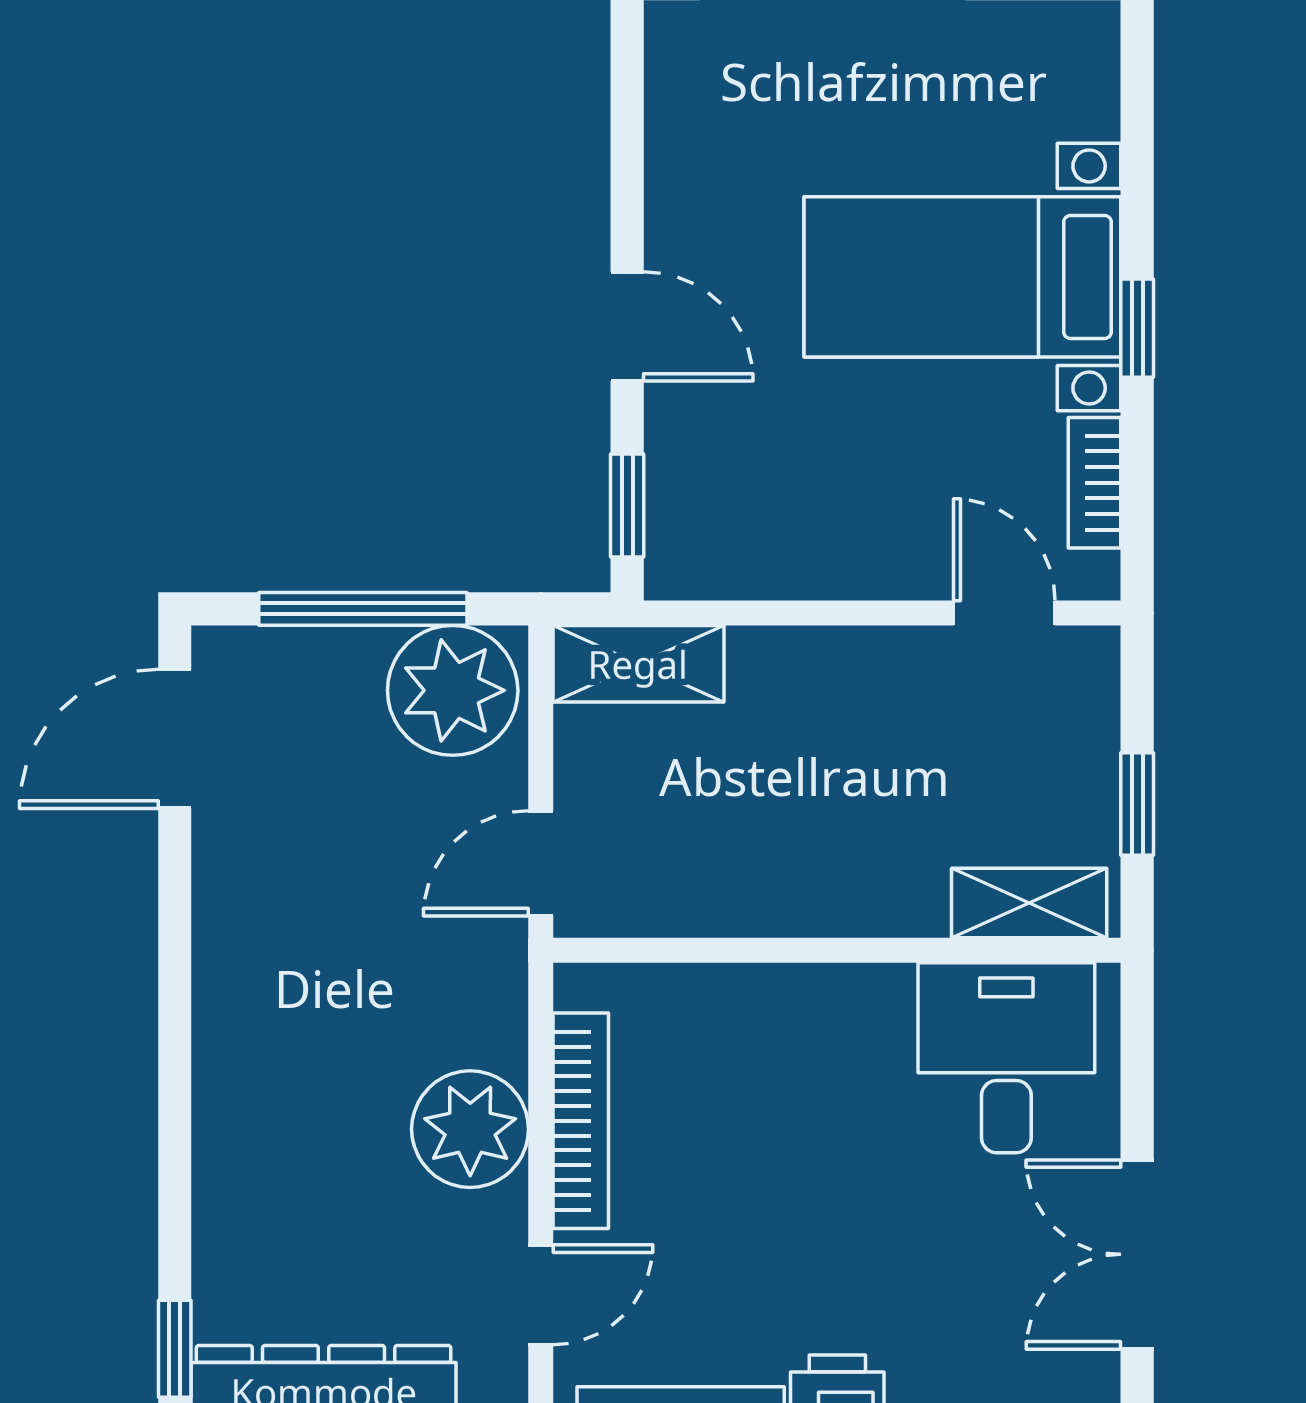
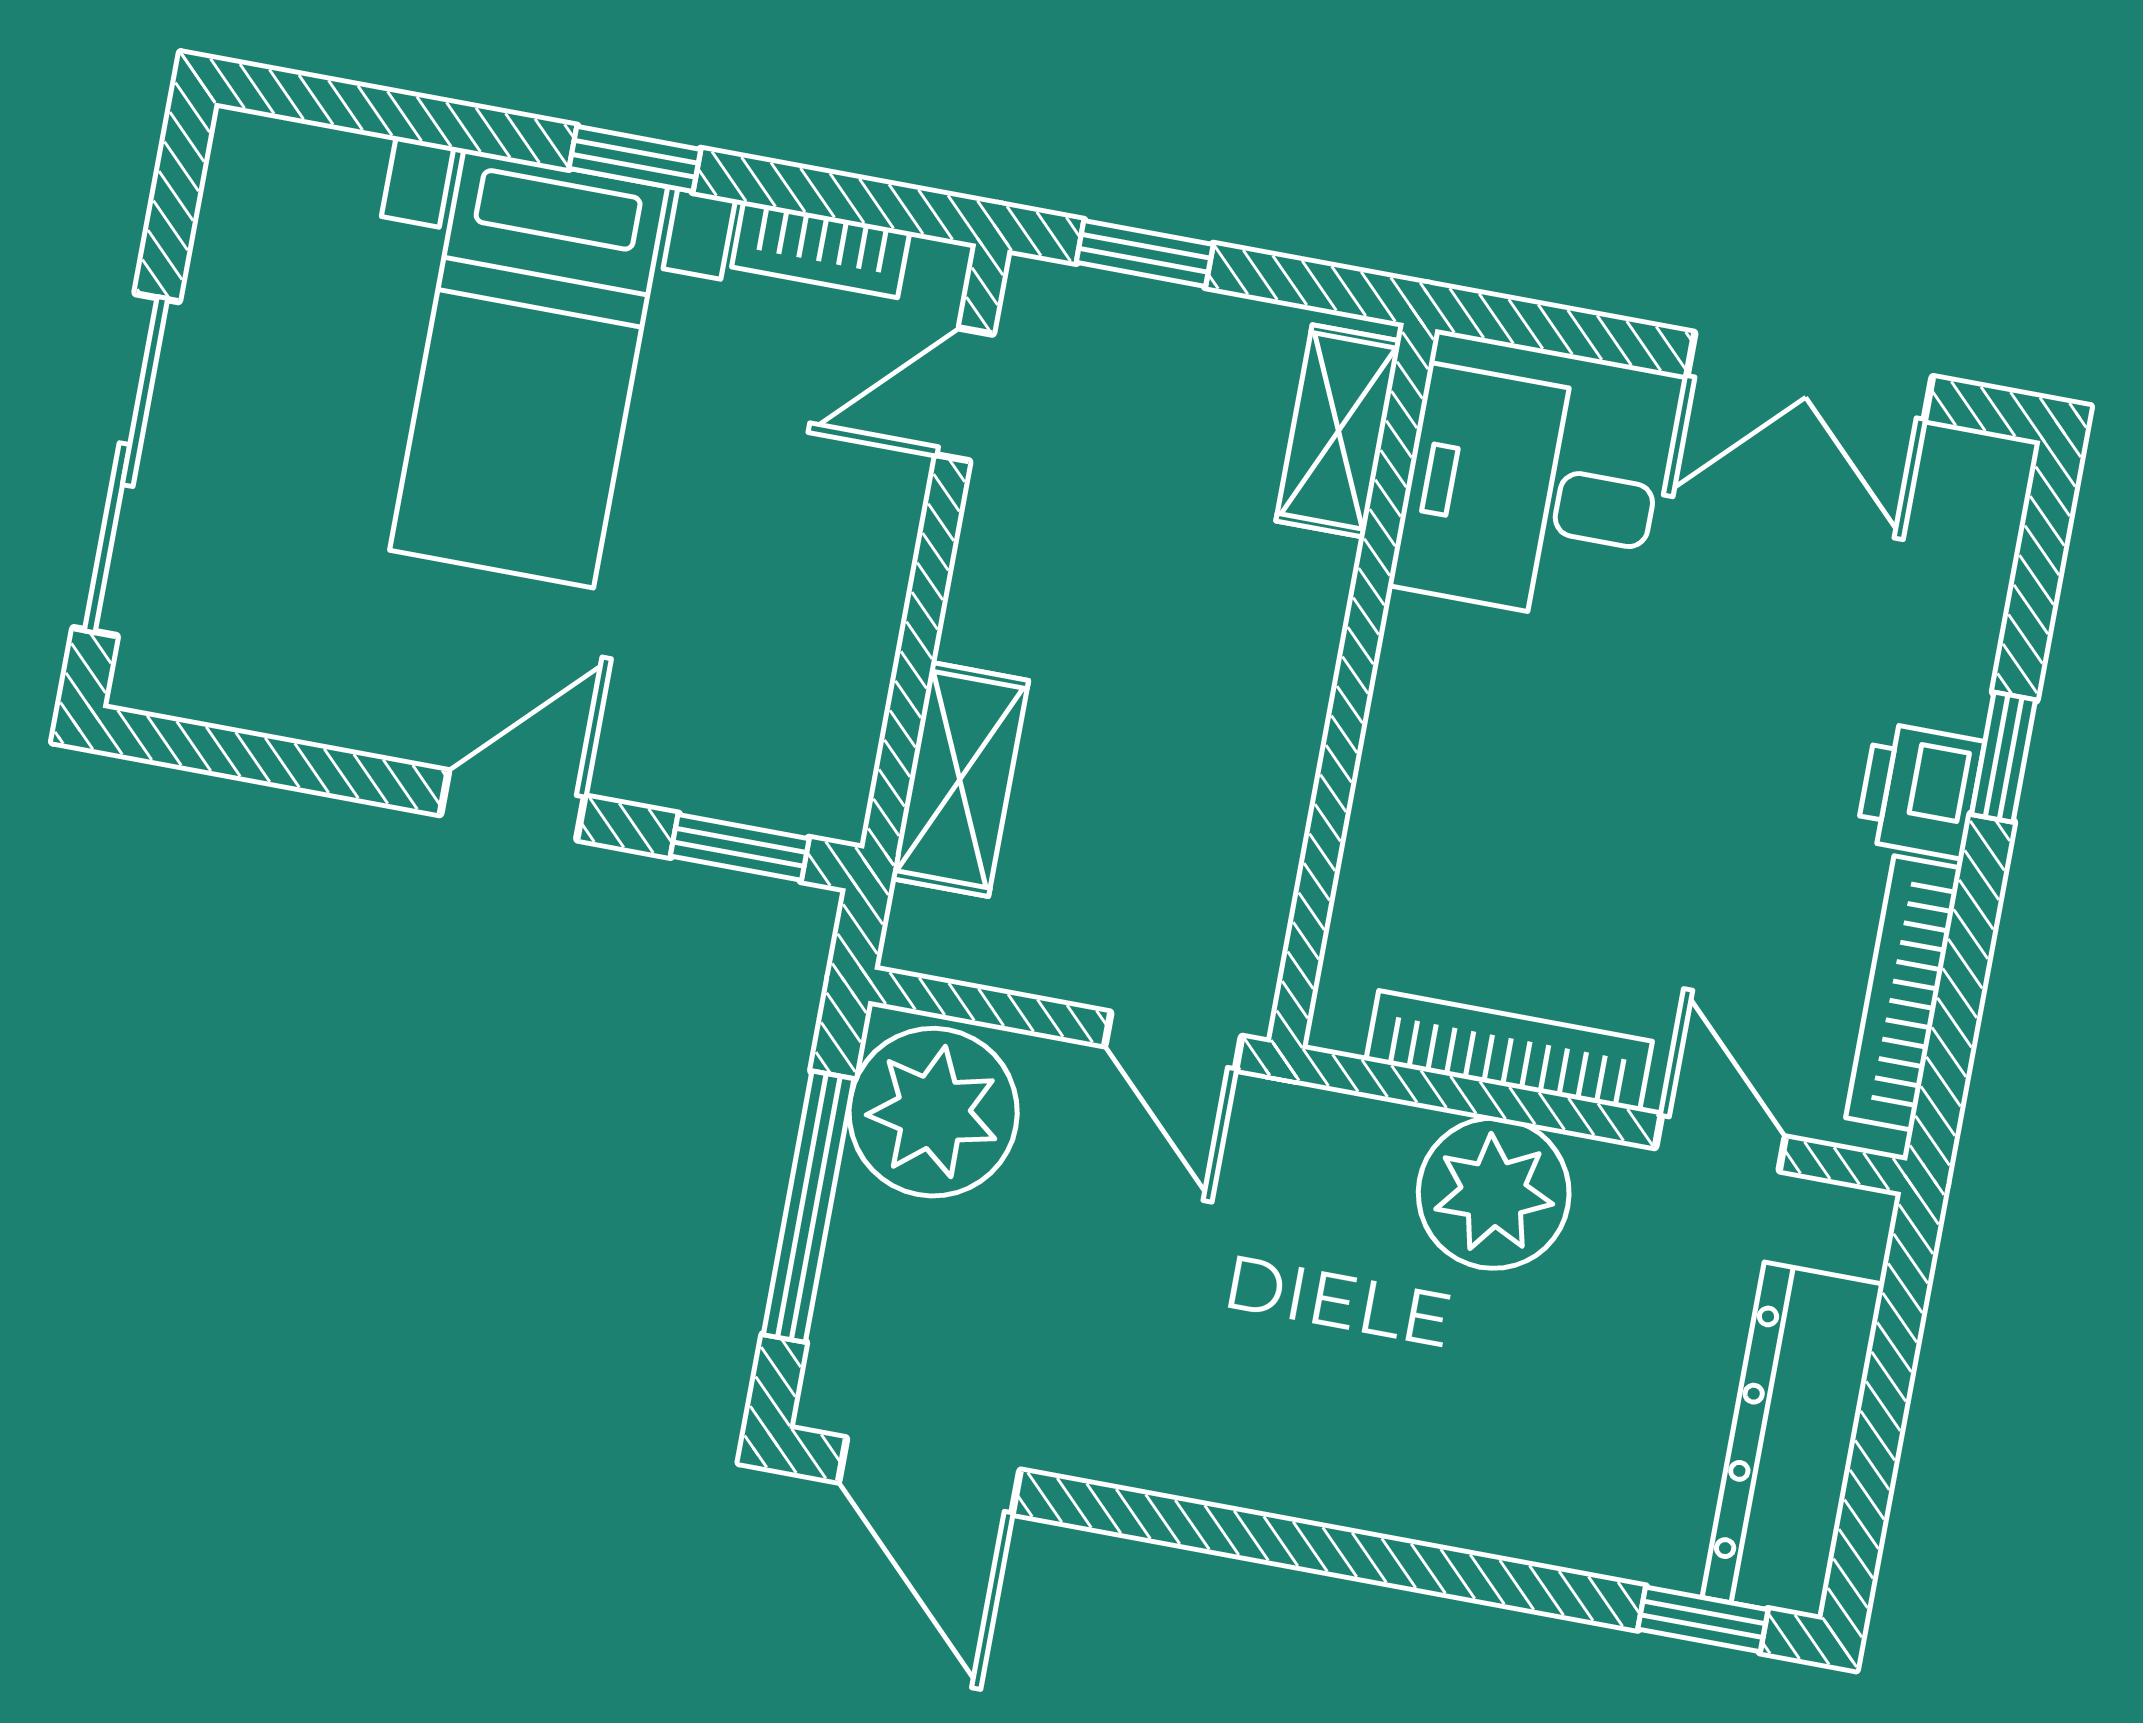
shelving: (638, 664) -> (960, 779), moved
window: (1137, 804) -> (1145, 253), moved

